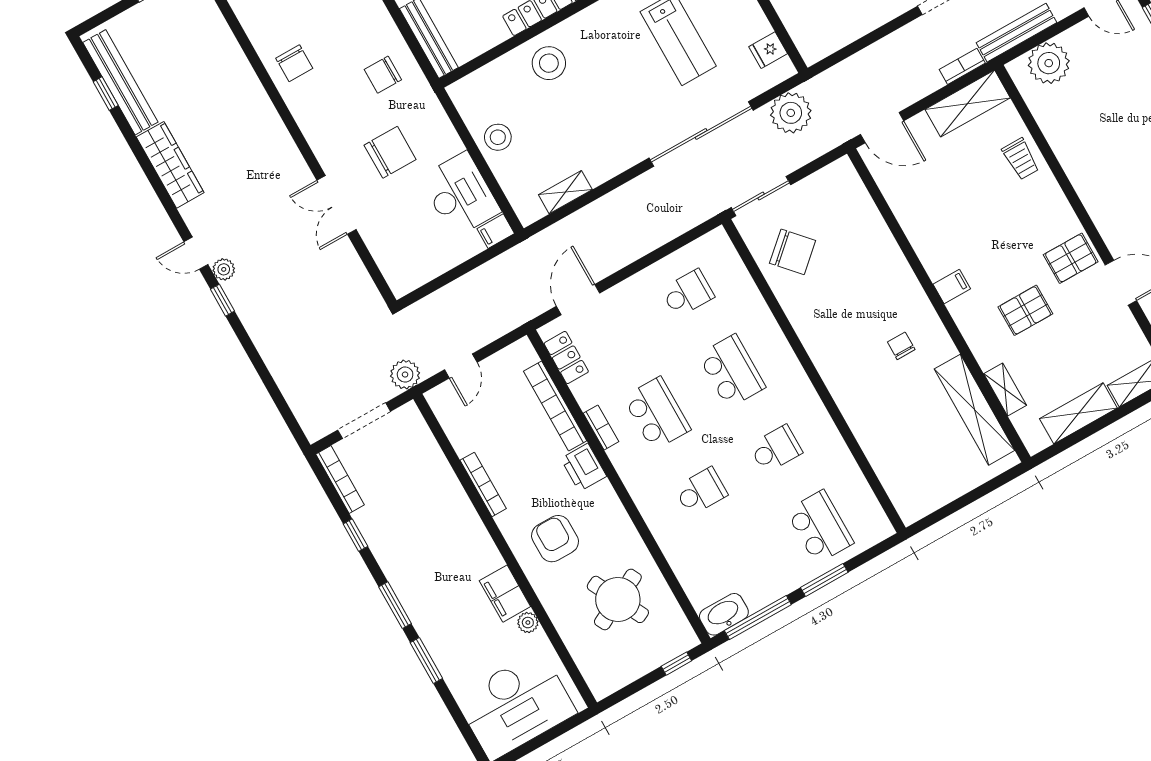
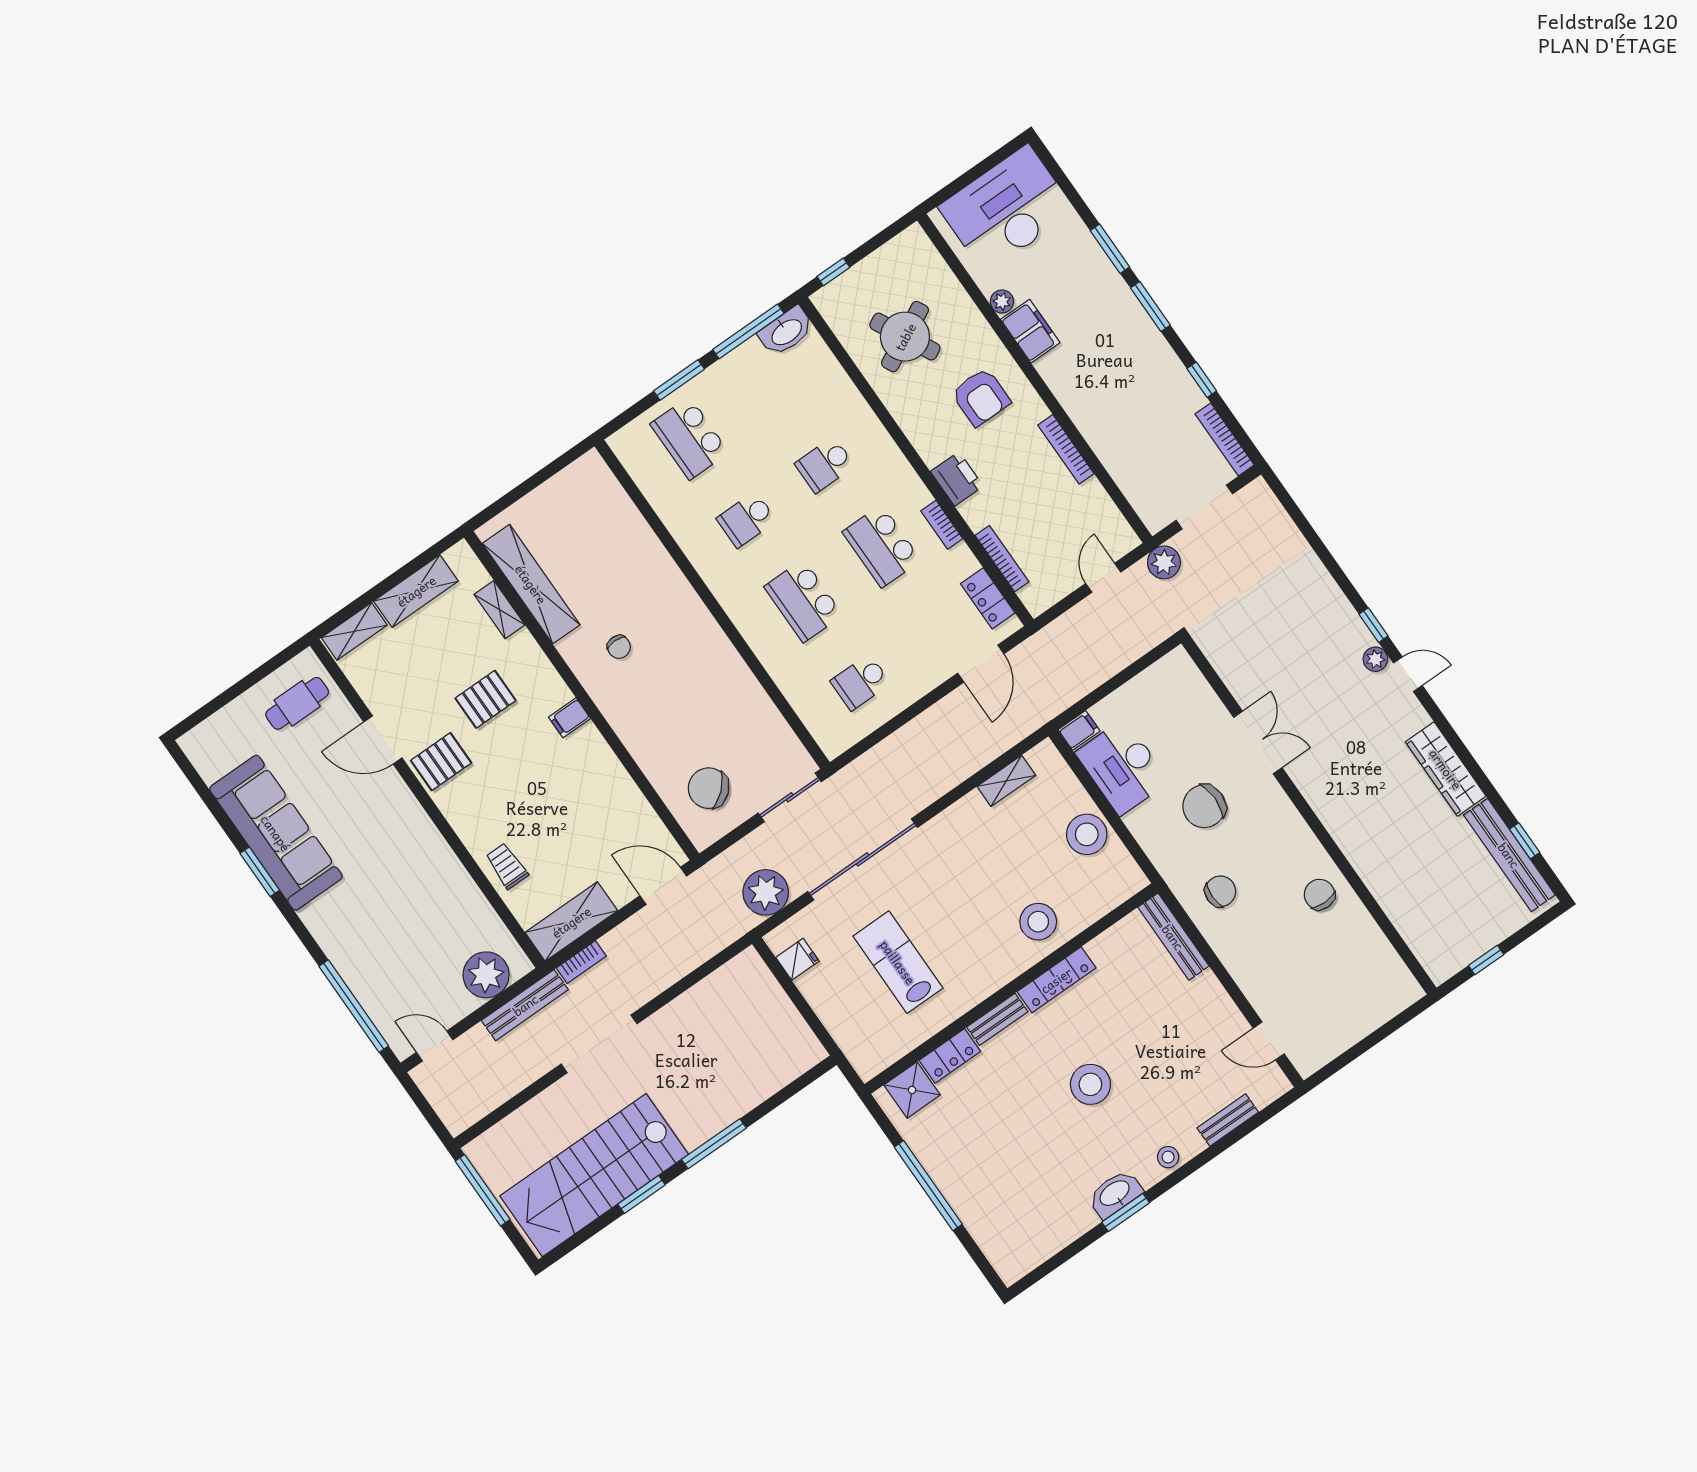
stool: (498, 137) -> (1087, 834), width x1.38, depth x1.38
chair: (793, 252) -> (709, 788), moved
bookcase: (555, 406) -> (1002, 559), width x0.68, depth x0.76

